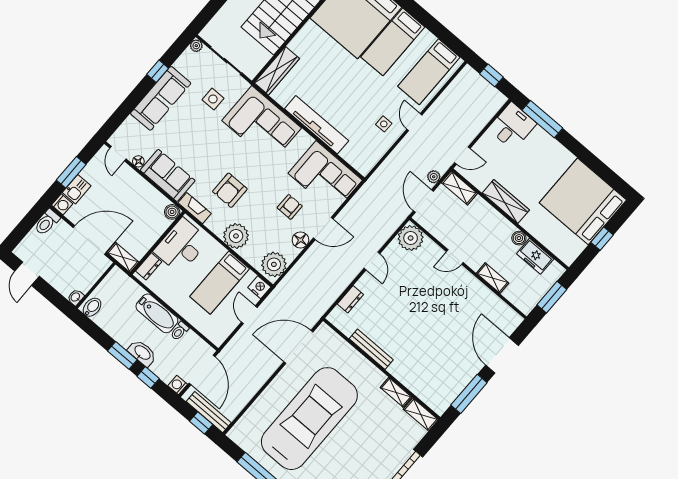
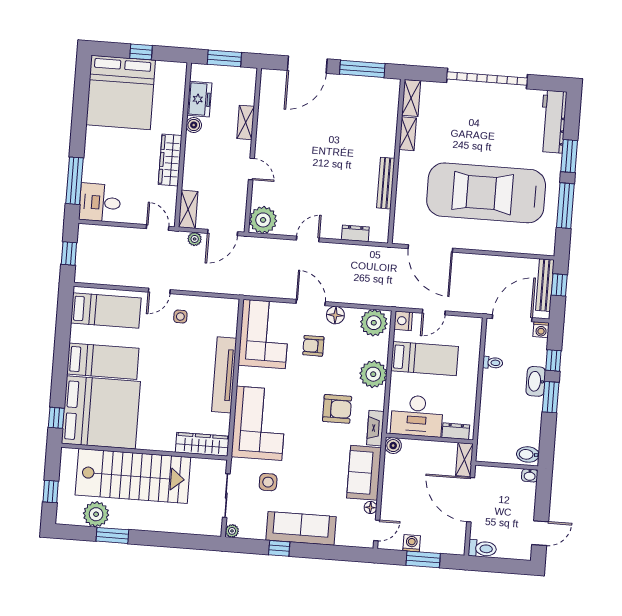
kitchen sink: (77, 189) -> (434, 544), removed
washing machine: (62, 204) -> (412, 543), moved
bathtub: (157, 313) -> (492, 394), removed

